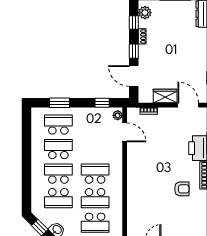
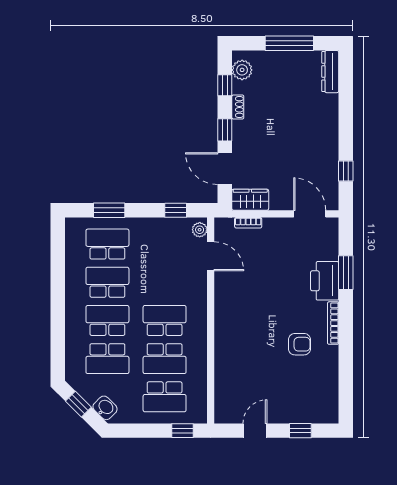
wardrobe: (165, 96) -> (250, 200), moved

